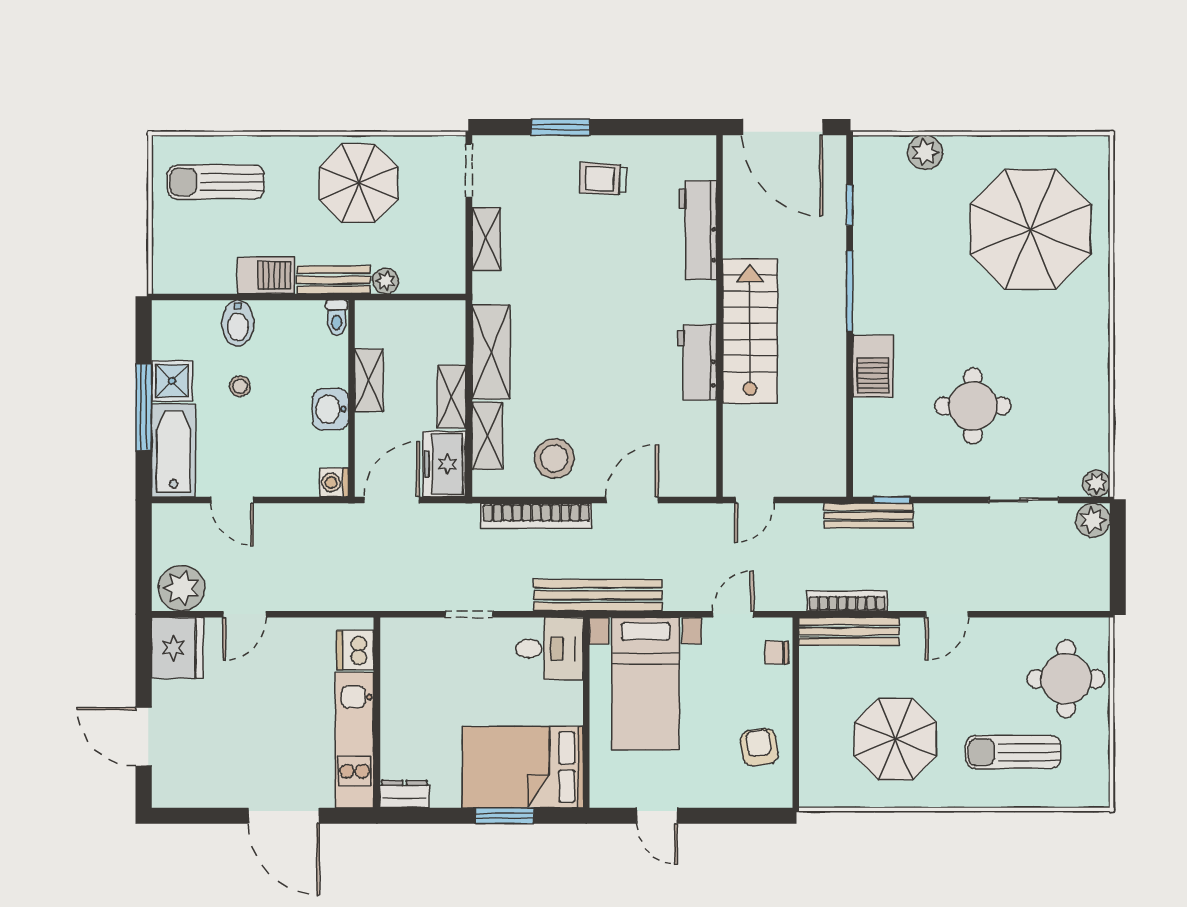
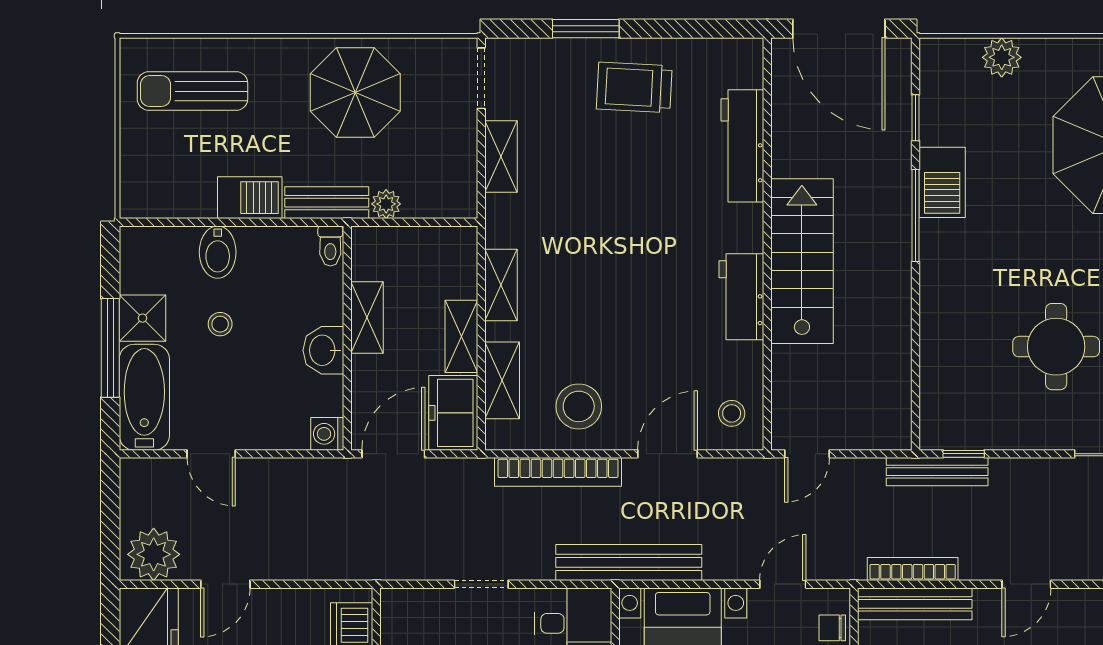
trolley: (603, 179) -> (634, 87), width x1.36, depth x1.39
shelving: (491, 352) -> (501, 285), width x0.67, depth x0.75
barbecue: (873, 366) -> (942, 182), moved
stool: (688, 465) -> (732, 413), added

